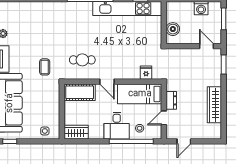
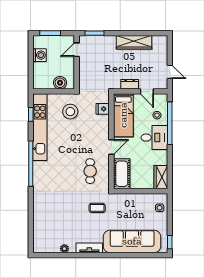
stool: (143, 40) -> (70, 112), added

